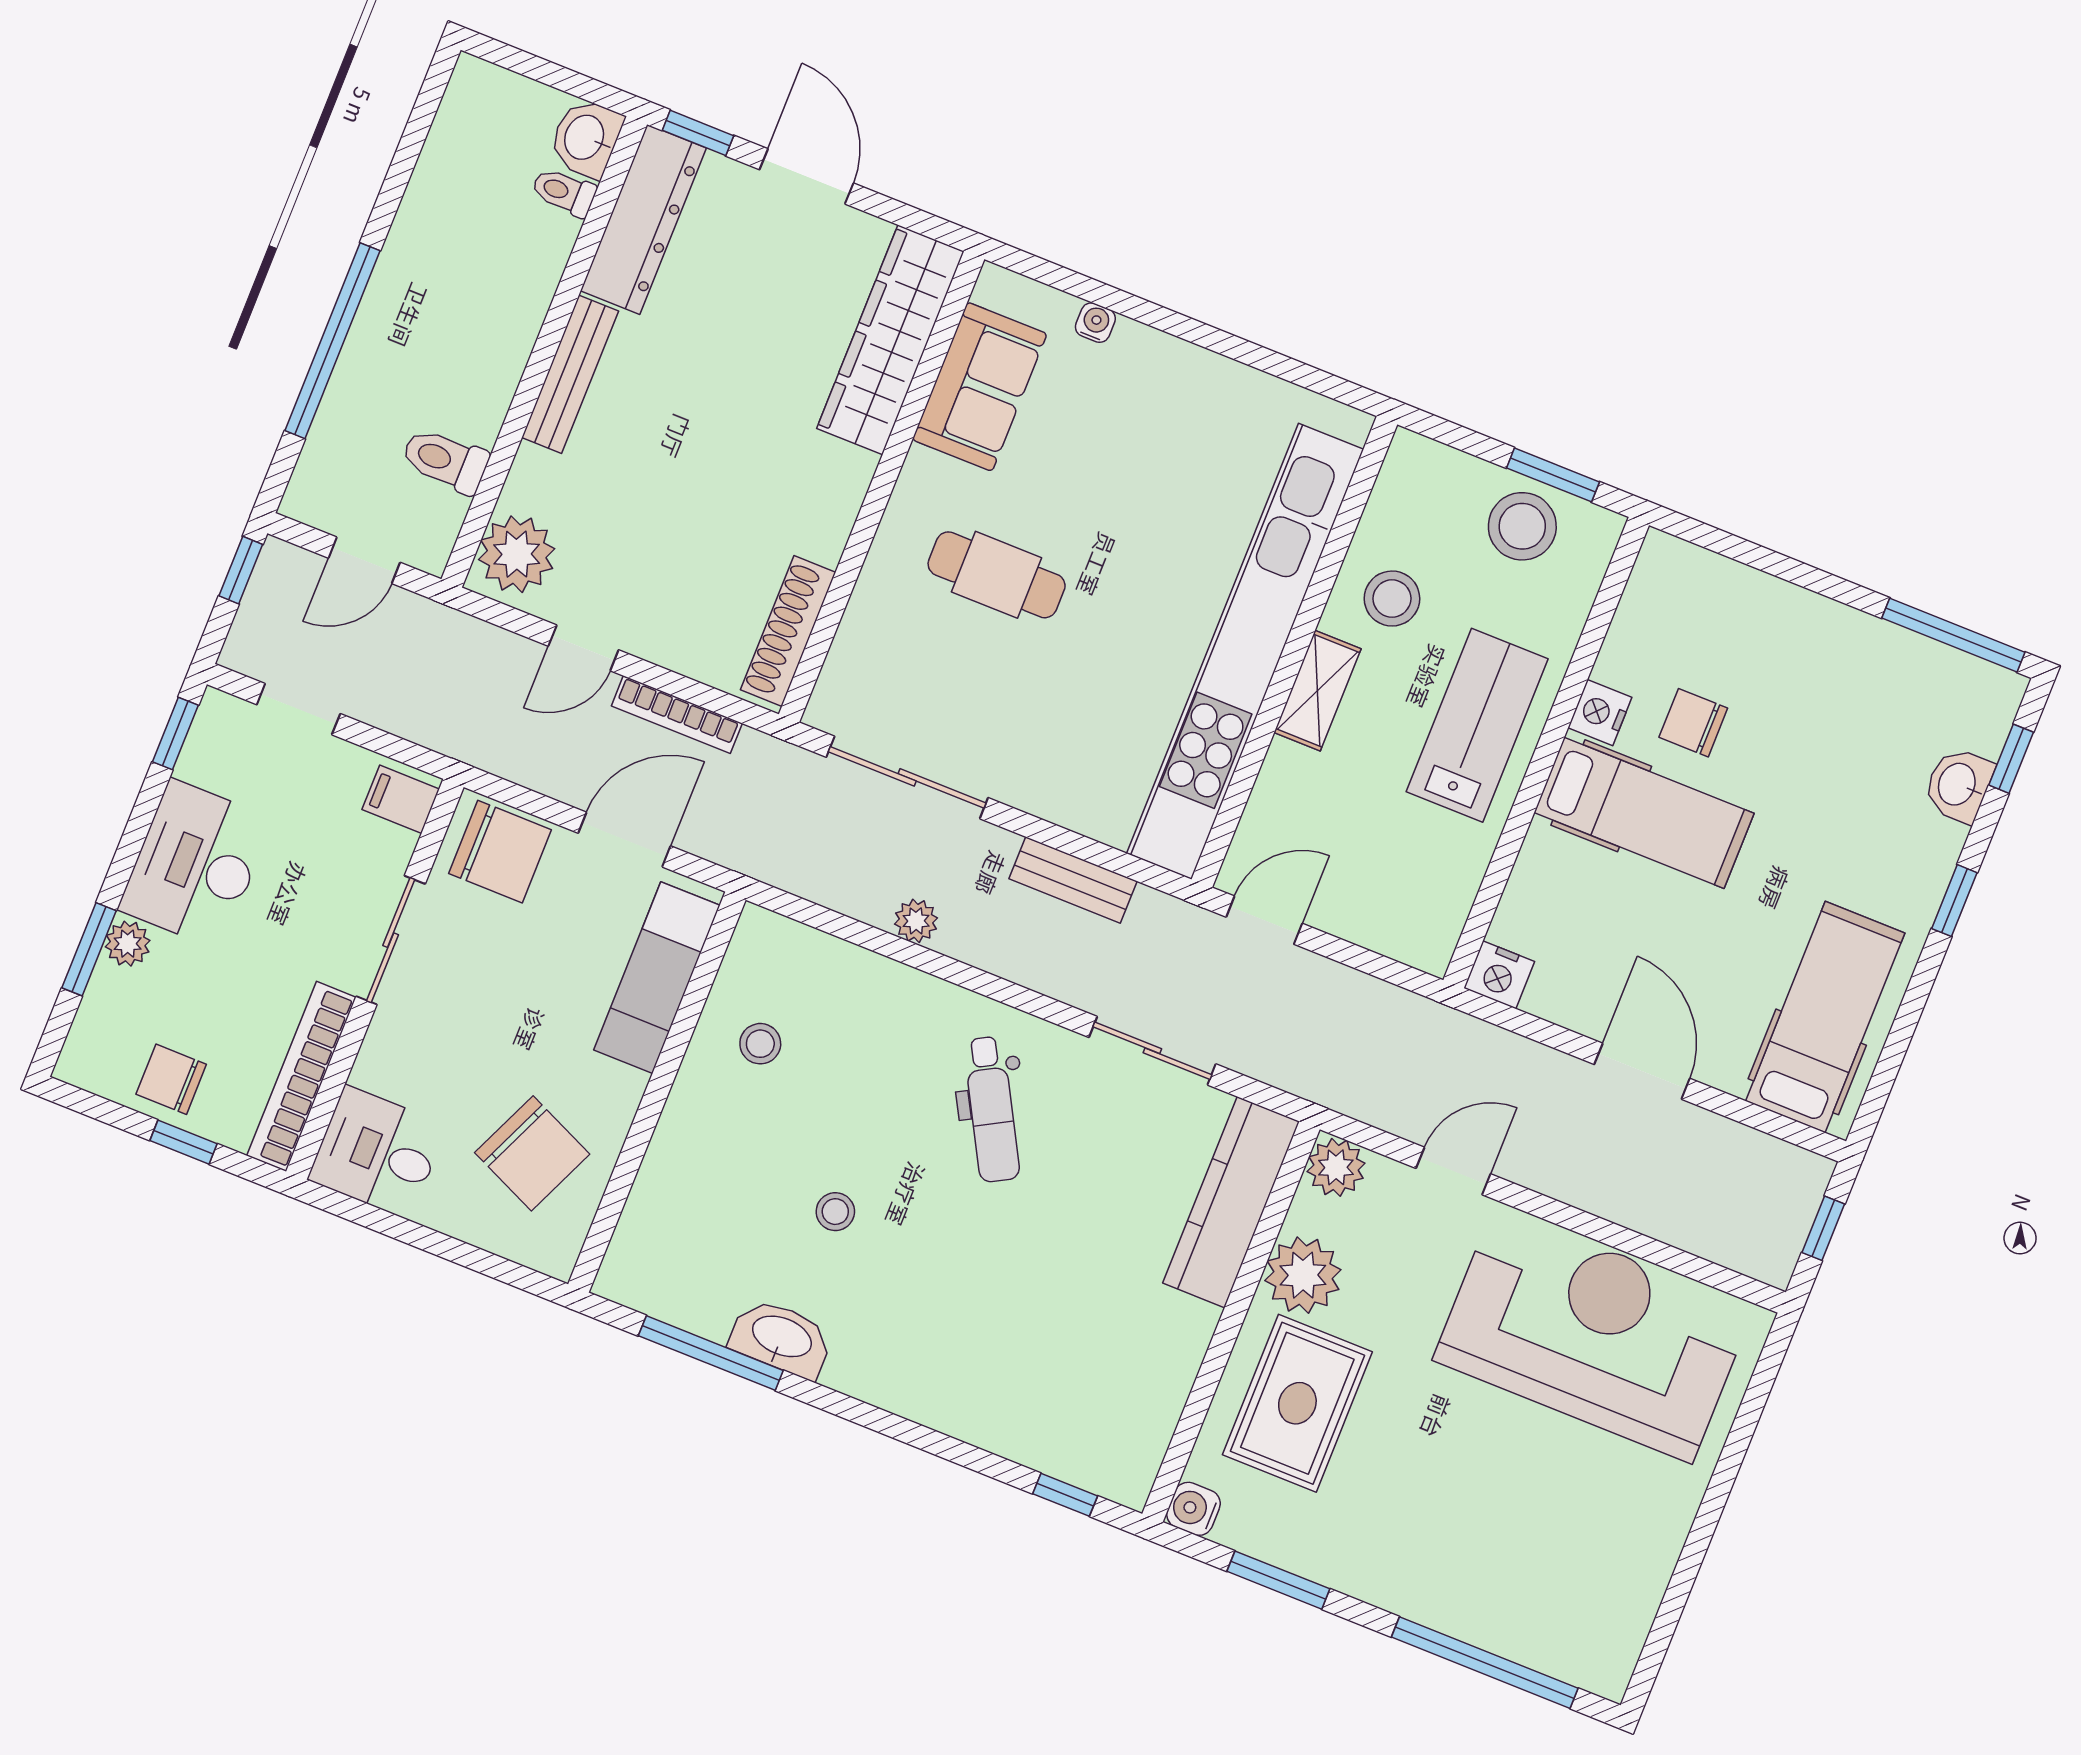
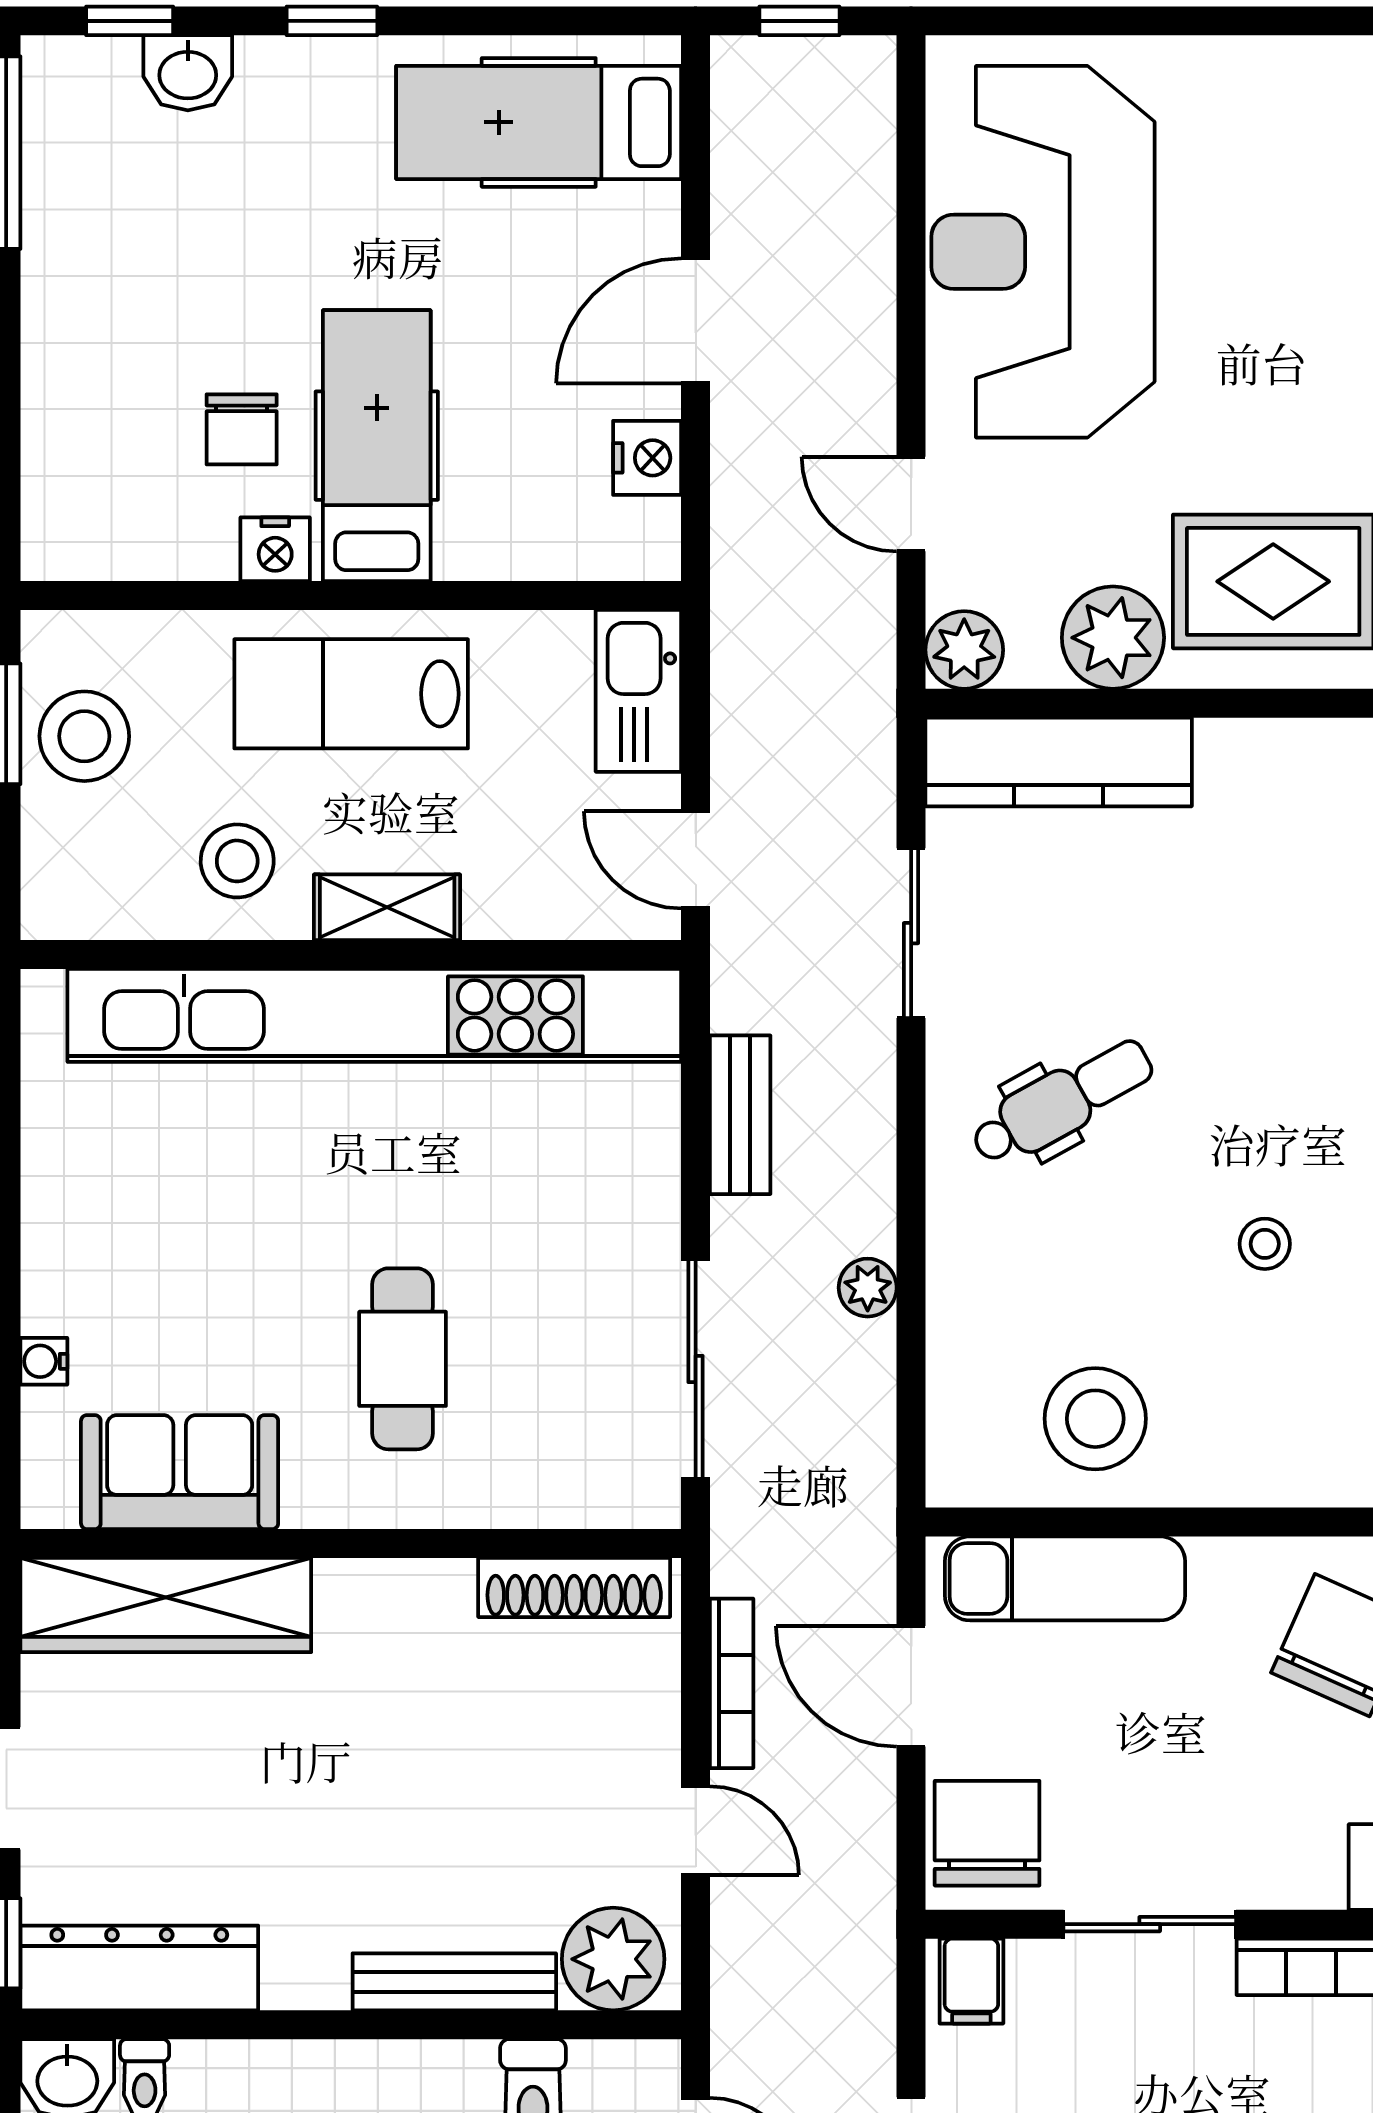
bench: (570, 374) -> (454, 1982), moved
kitchen sink: (1399, 928) -> (638, 691), added
nightstand: (1499, 975) -> (647, 458), moved
stool: (760, 1044) -> (1095, 1419), width x1.89, depth x1.89

